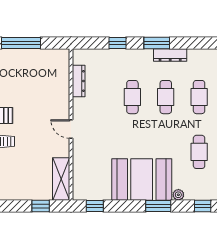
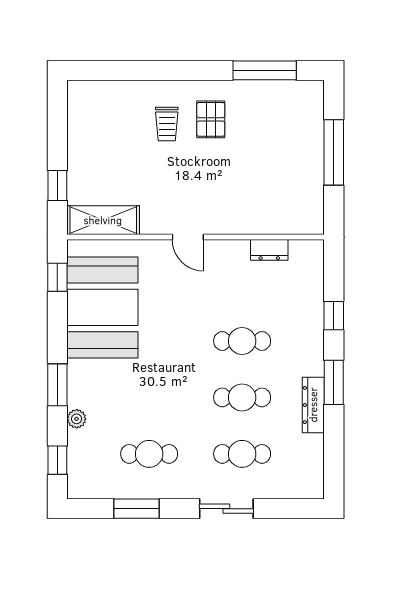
dresser: (79, 81) -> (269, 250), width x0.70
door: (71, 129) -> (188, 237), swing flipped
booth: (142, 179) -> (102, 307), moved

